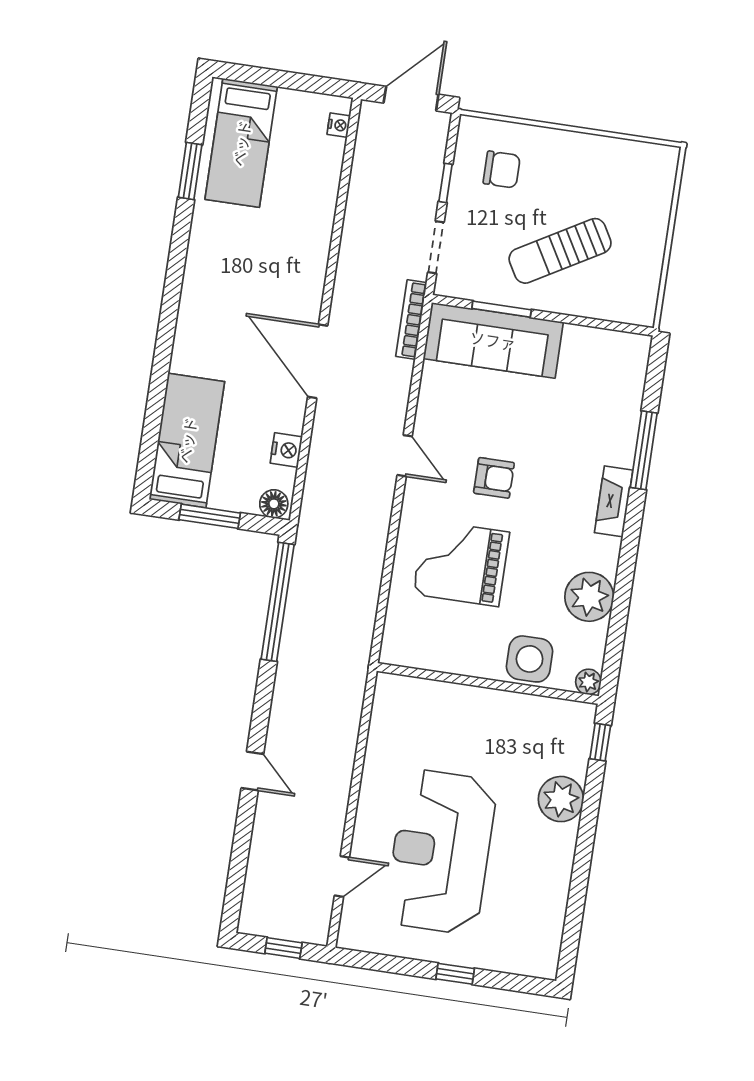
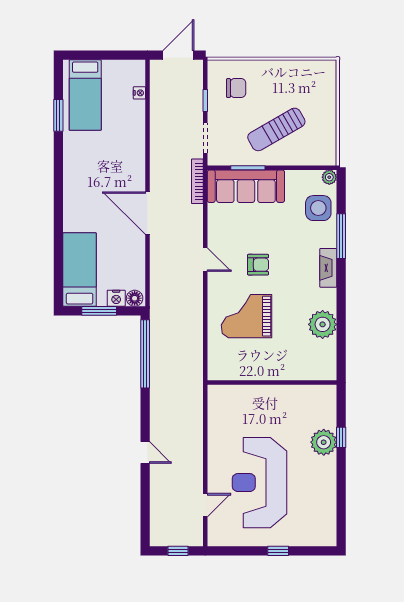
nightstand: (339, 125) -> (139, 93), moved
nightstand: (286, 450) -> (116, 298), moved, turned 90
side table: (530, 659) -> (318, 208), moved
plant: (588, 682) -> (329, 177), moved
window: (600, 742) -> (341, 437), moved

